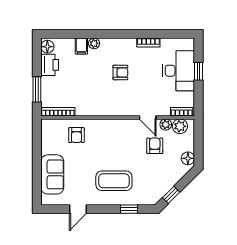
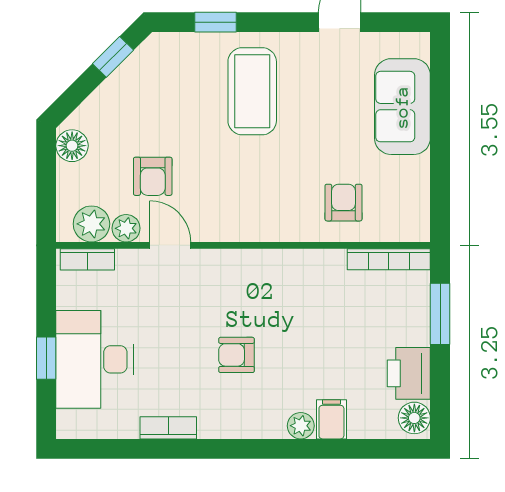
coffee table: (114, 181) -> (252, 91), turned 90

